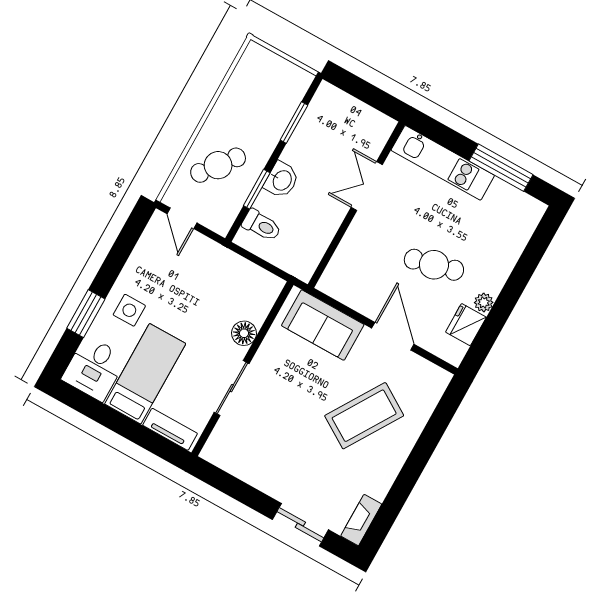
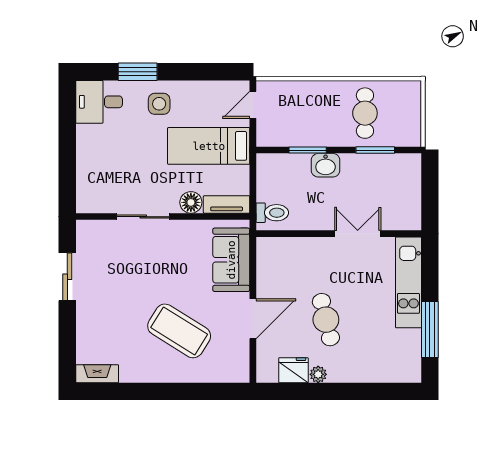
cafe table: (218, 165) -> (365, 113), moved, turned 52
toilet: (262, 225) -> (272, 213), moved, turned -90
bed: (145, 374) -> (209, 146), moved, turned 180
tv unit: (170, 429) -> (227, 204), moved, turned -90
sliding door: (300, 525) -> (67, 277), moved

